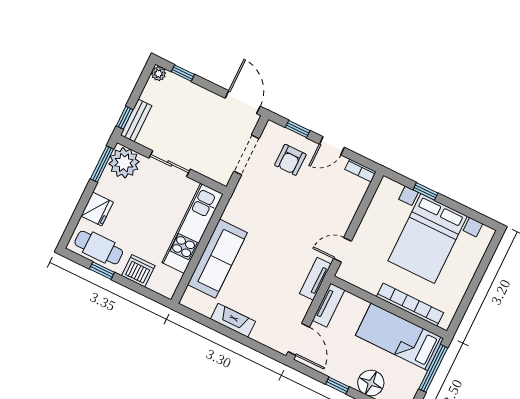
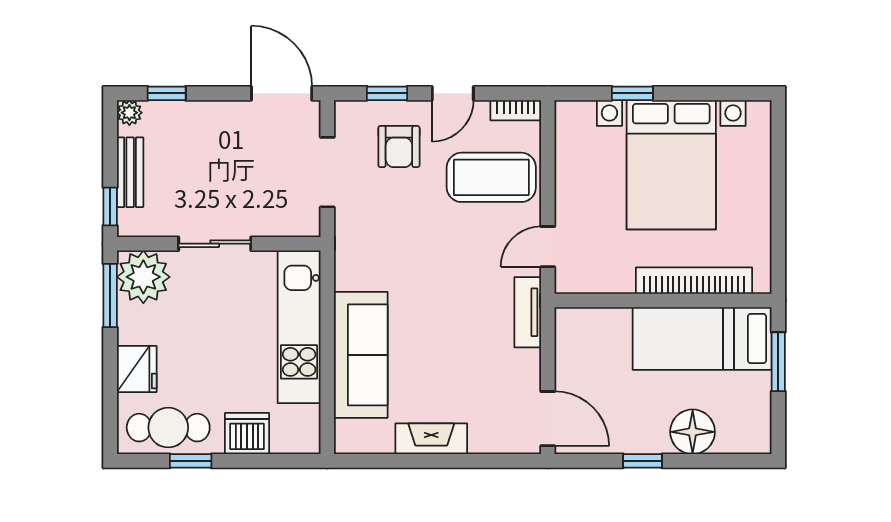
bench: (136, 120) -> (130, 172), moved
coffee table: (331, 199) -> (491, 177), added
tv unit: (329, 305) -> (568, 343), removed
window: (433, 368) -> (778, 362), width x0.69

